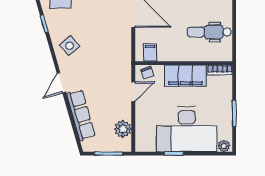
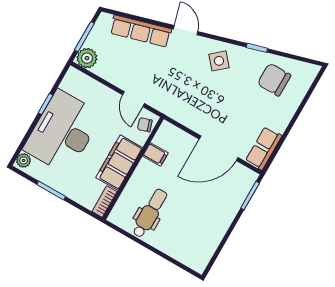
filing cabinet: (150, 53) -> (155, 155), moved
plant: (123, 129) -> (87, 58), moved

